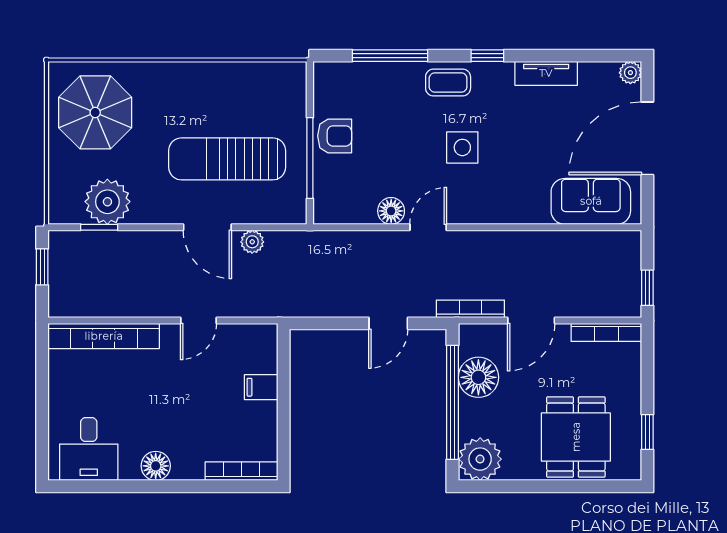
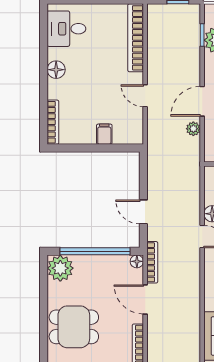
floor lamp: (478, 377) -> (137, 261), moved, width x0.53, depth x0.53

